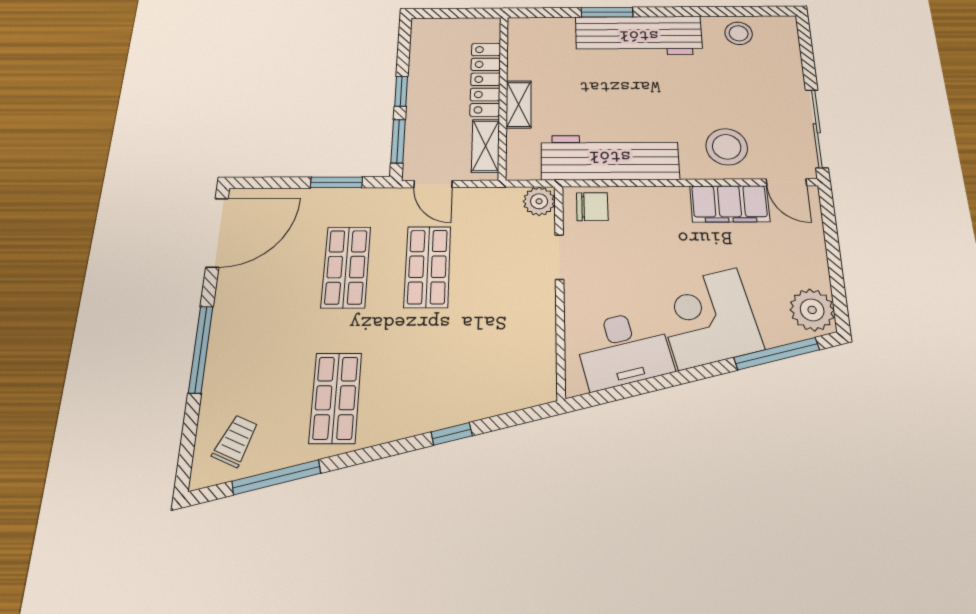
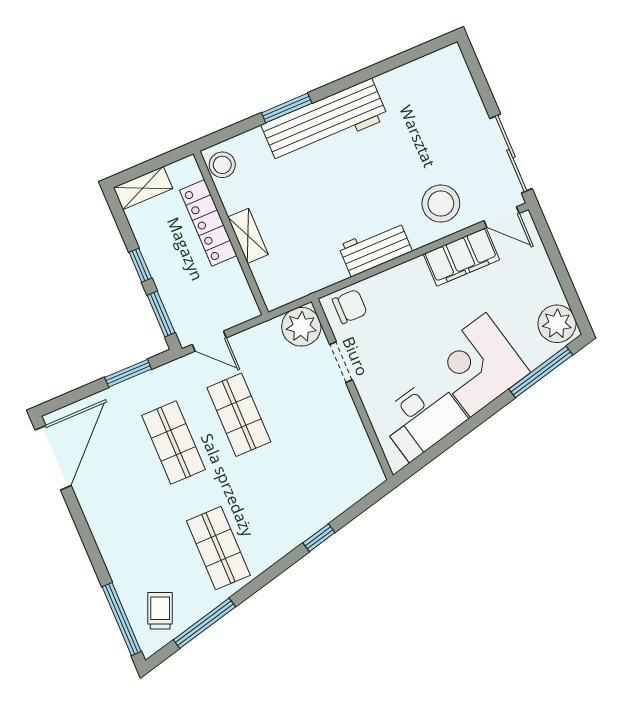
stool: (739, 33) -> (222, 165), moved
shelving: (486, 146) -> (143, 188), moved, turned 90
workbench: (610, 157) -> (375, 248), width x0.53, depth x0.76
plant: (539, 201) -> (301, 327), width x1.36, depth x1.36
window: (201, 349) -> (122, 619), moved

